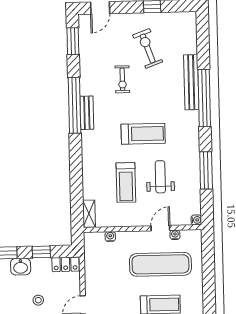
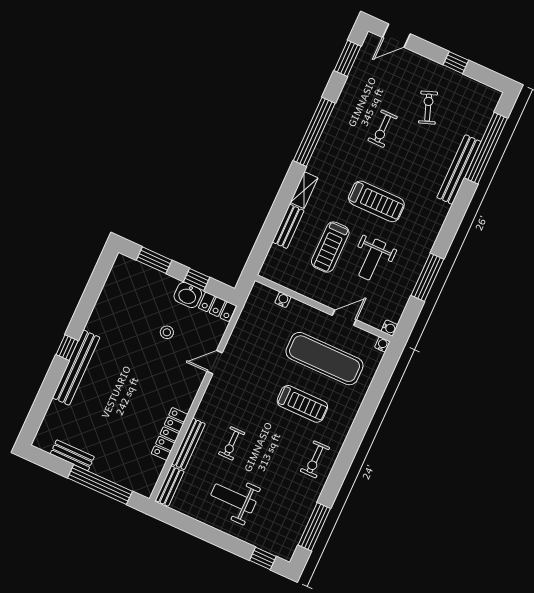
exercise bike: (148, 48) -> (428, 108), width x0.73, depth x0.72
window: (204, 98) -> (486, 148), moved
bench: (87, 113) -> (288, 226), moved
weight bench: (160, 177) -> (372, 259), turned 180
shelving: (89, 214) -> (304, 190), moved
water cooler: (175, 235) -> (382, 344), moved
washbasin: (21, 267) -> (188, 295), moved

